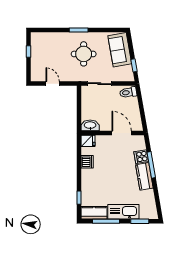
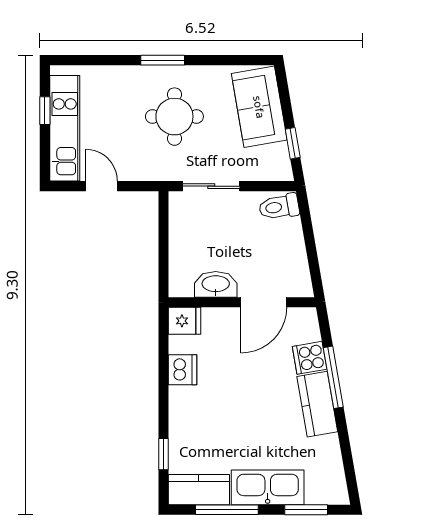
kitchen unit: (37, 59) -> (65, 128), added
washbasin: (90, 125) -> (216, 284), moved
door: (122, 133) -> (264, 302), swing flipped

